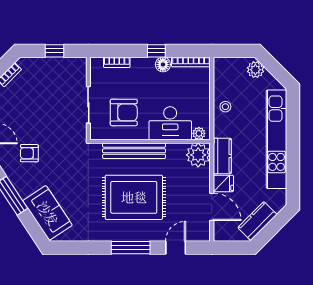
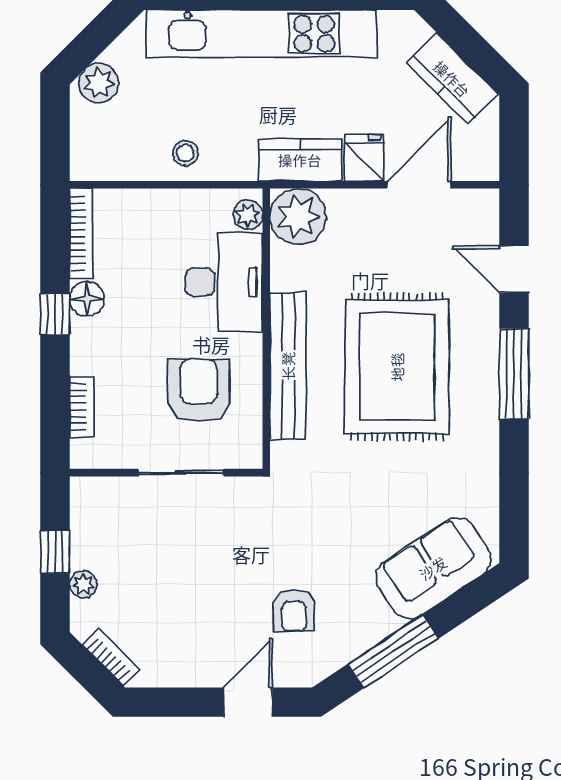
plant: (41, 63) -> (83, 584), added

